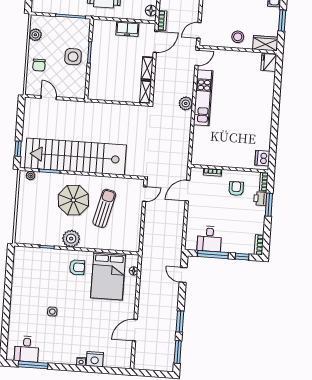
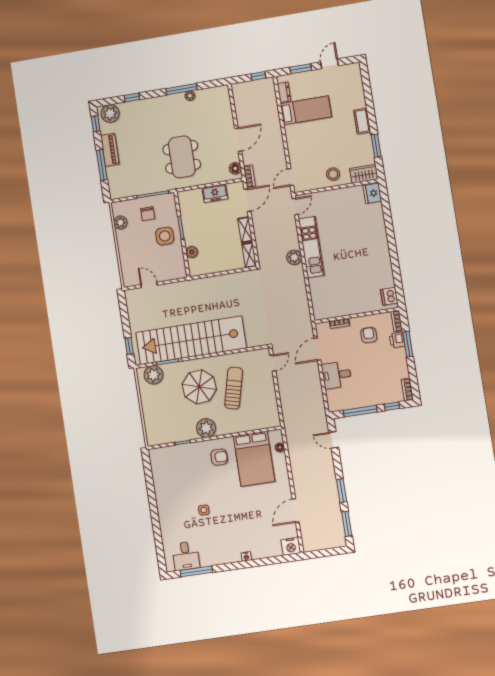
chair: (39, 65) -> (148, 214), moved
boiler: (94, 77) -> (192, 252), added
plant: (31, 176) -> (154, 375), width x1.88, depth x1.88
desk: (209, 239) -> (337, 375), moved, turned 90
nightstand: (95, 359) -> (291, 546), moved

